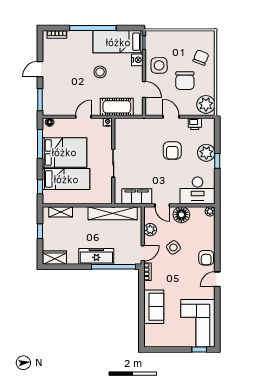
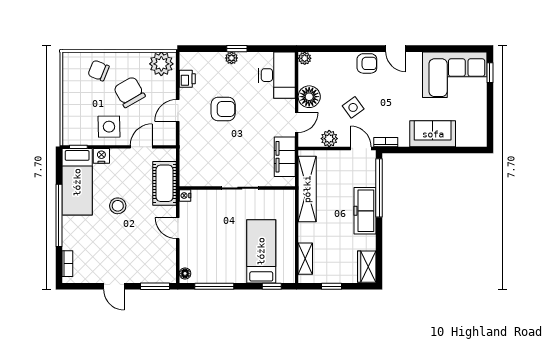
chair: (185, 81) -> (129, 92), turned -120
bed: (64, 152) -> (226, 253), removed
plant: (206, 153) -> (232, 58), width x0.53, depth x0.53

